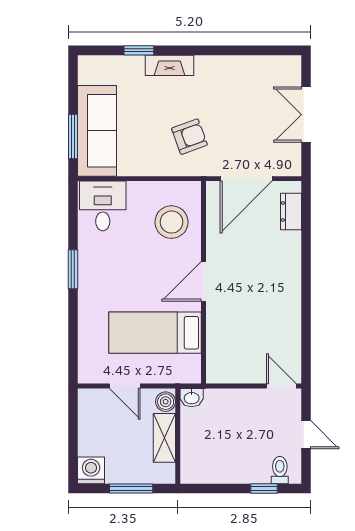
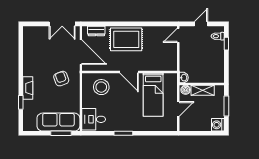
double door: (306, 115) -> (62, 24), moved
rug: (273, 275) -> (126, 39), added

